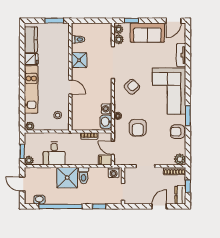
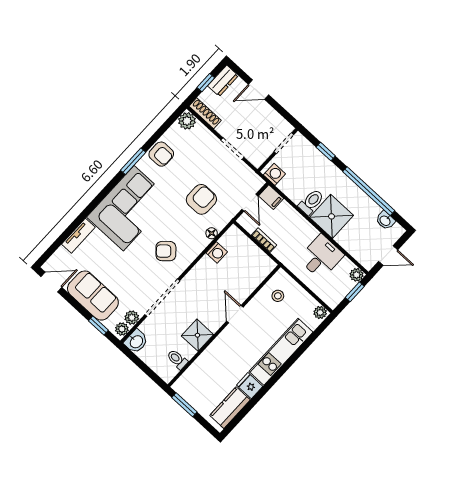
washbasin: (106, 122) -> (136, 341), moved
door: (22, 184) -> (388, 256), hinge flipped

